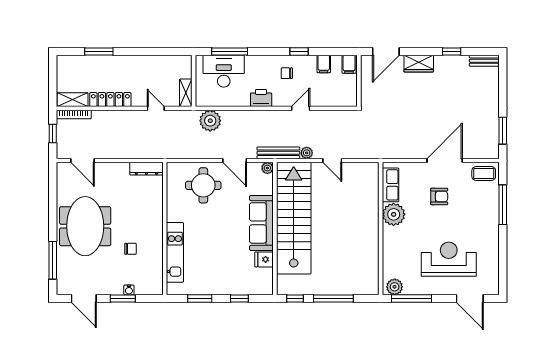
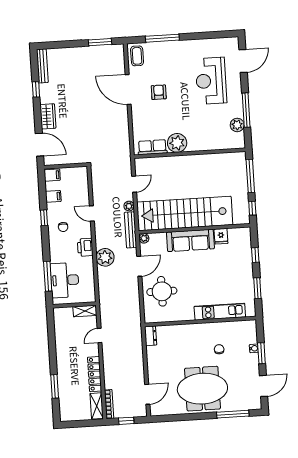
bench: (484, 61) -> (42, 66), width x1.36
plant: (210, 121) -> (105, 257), moved
dresser: (146, 169) -> (151, 336), width x0.70
row of seats: (390, 185) -> (152, 147), moved
plant: (394, 214) -> (177, 143), moved
wall: (381, 229) -> (190, 153), moved

